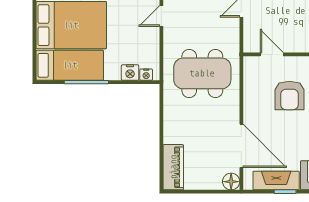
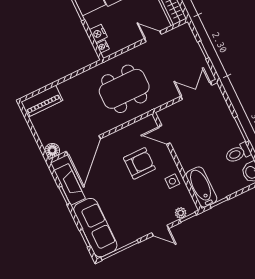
door: (272, 54) -> (164, 135), swing flipped
dining table: (202, 73) -> (124, 89), turned 90
armchair: (290, 95) -> (139, 163), turned 180

